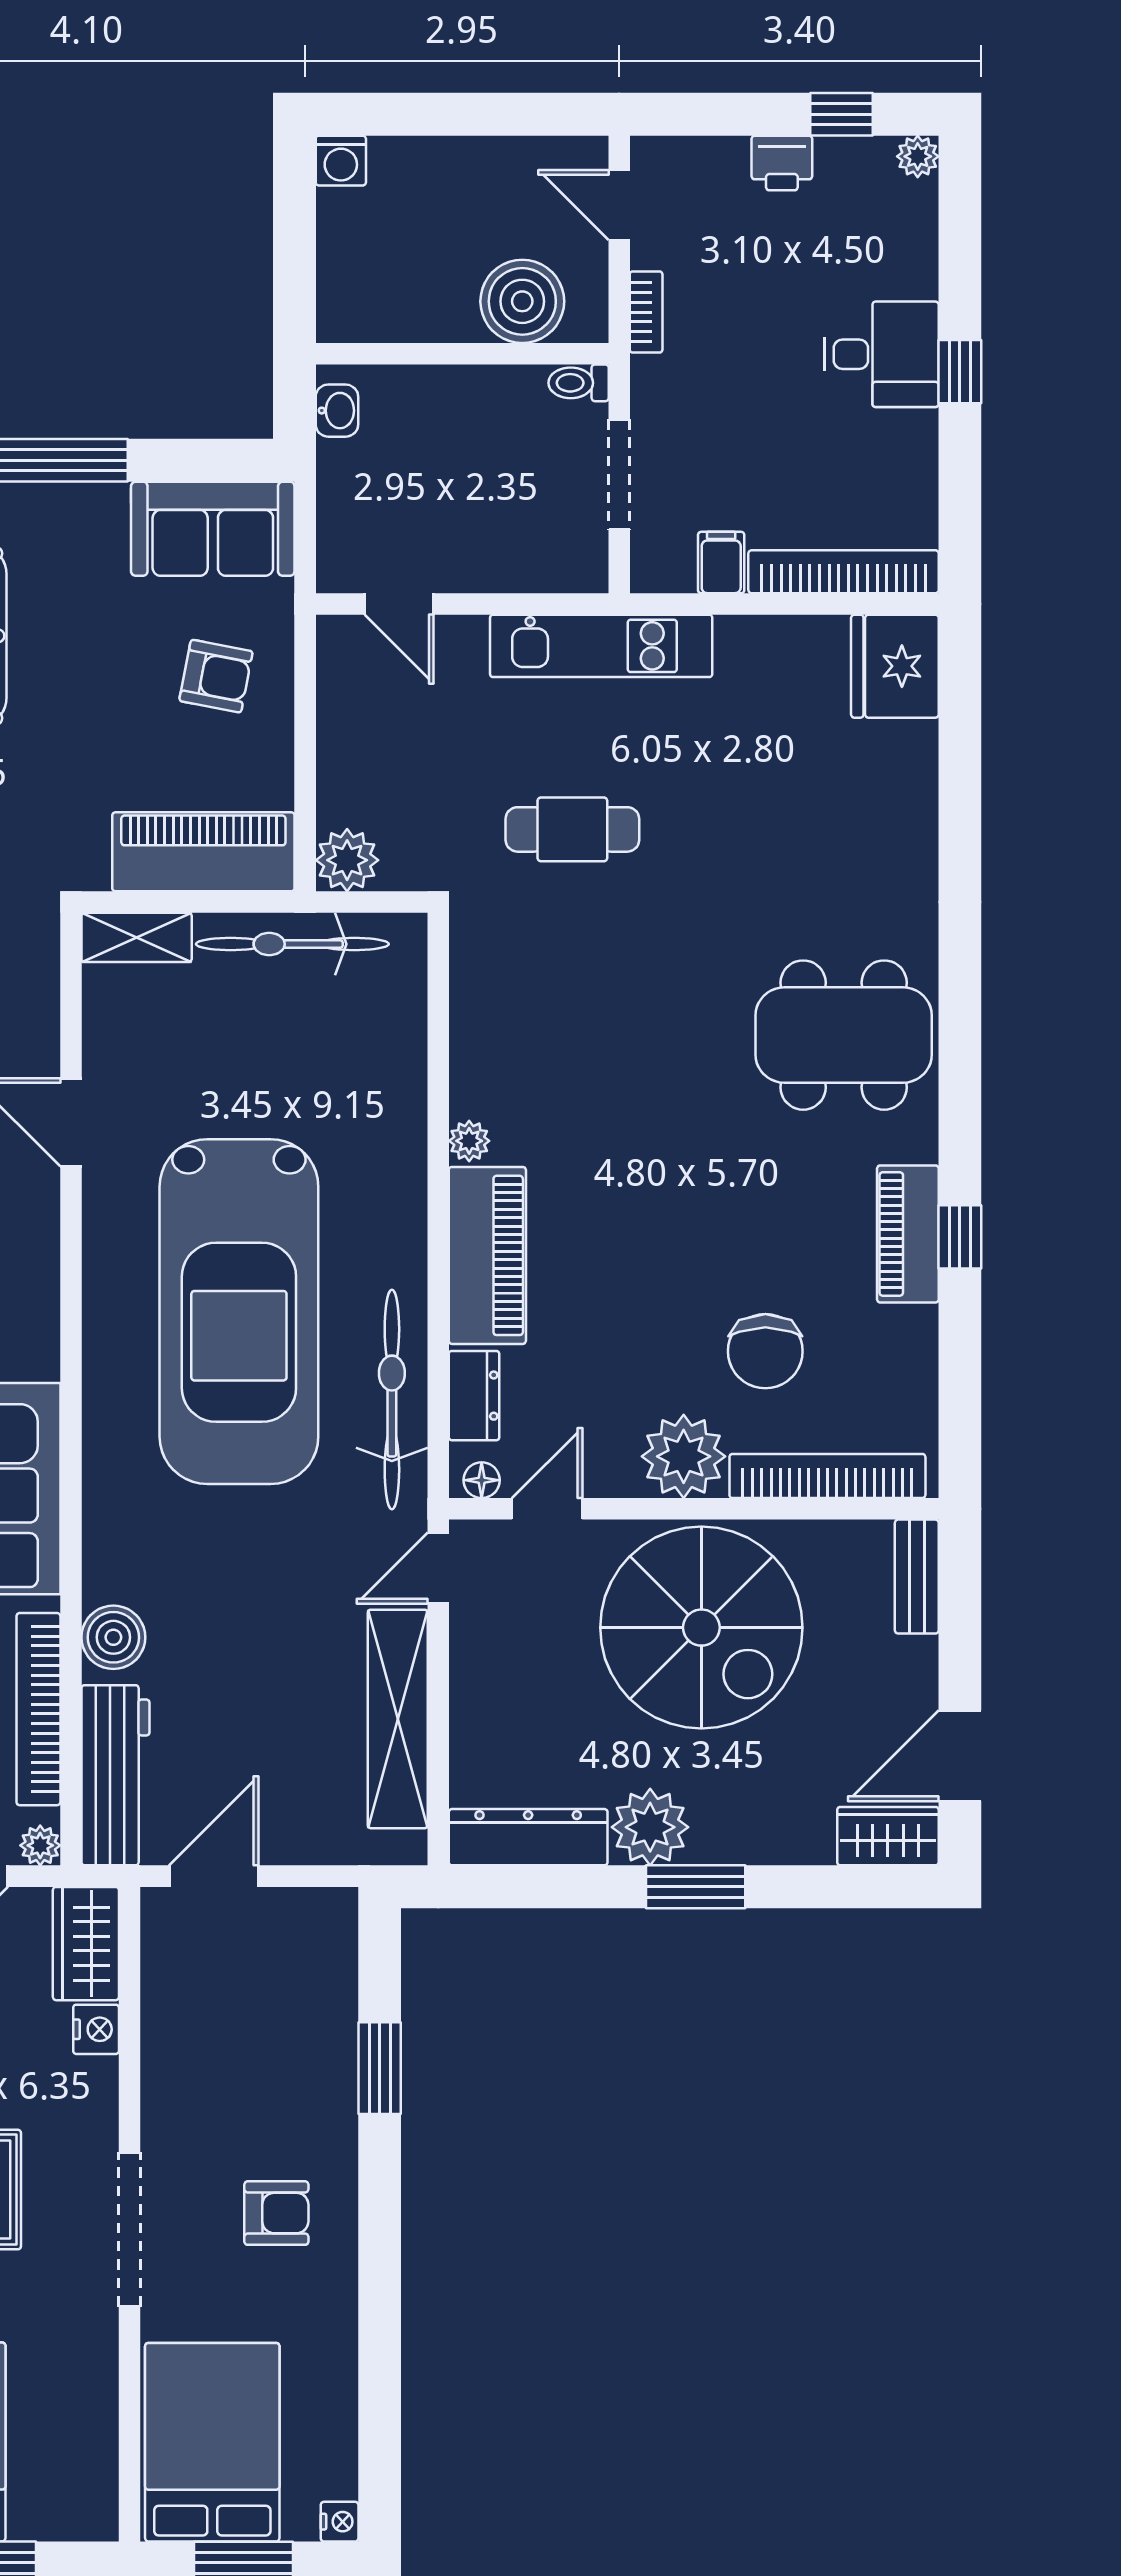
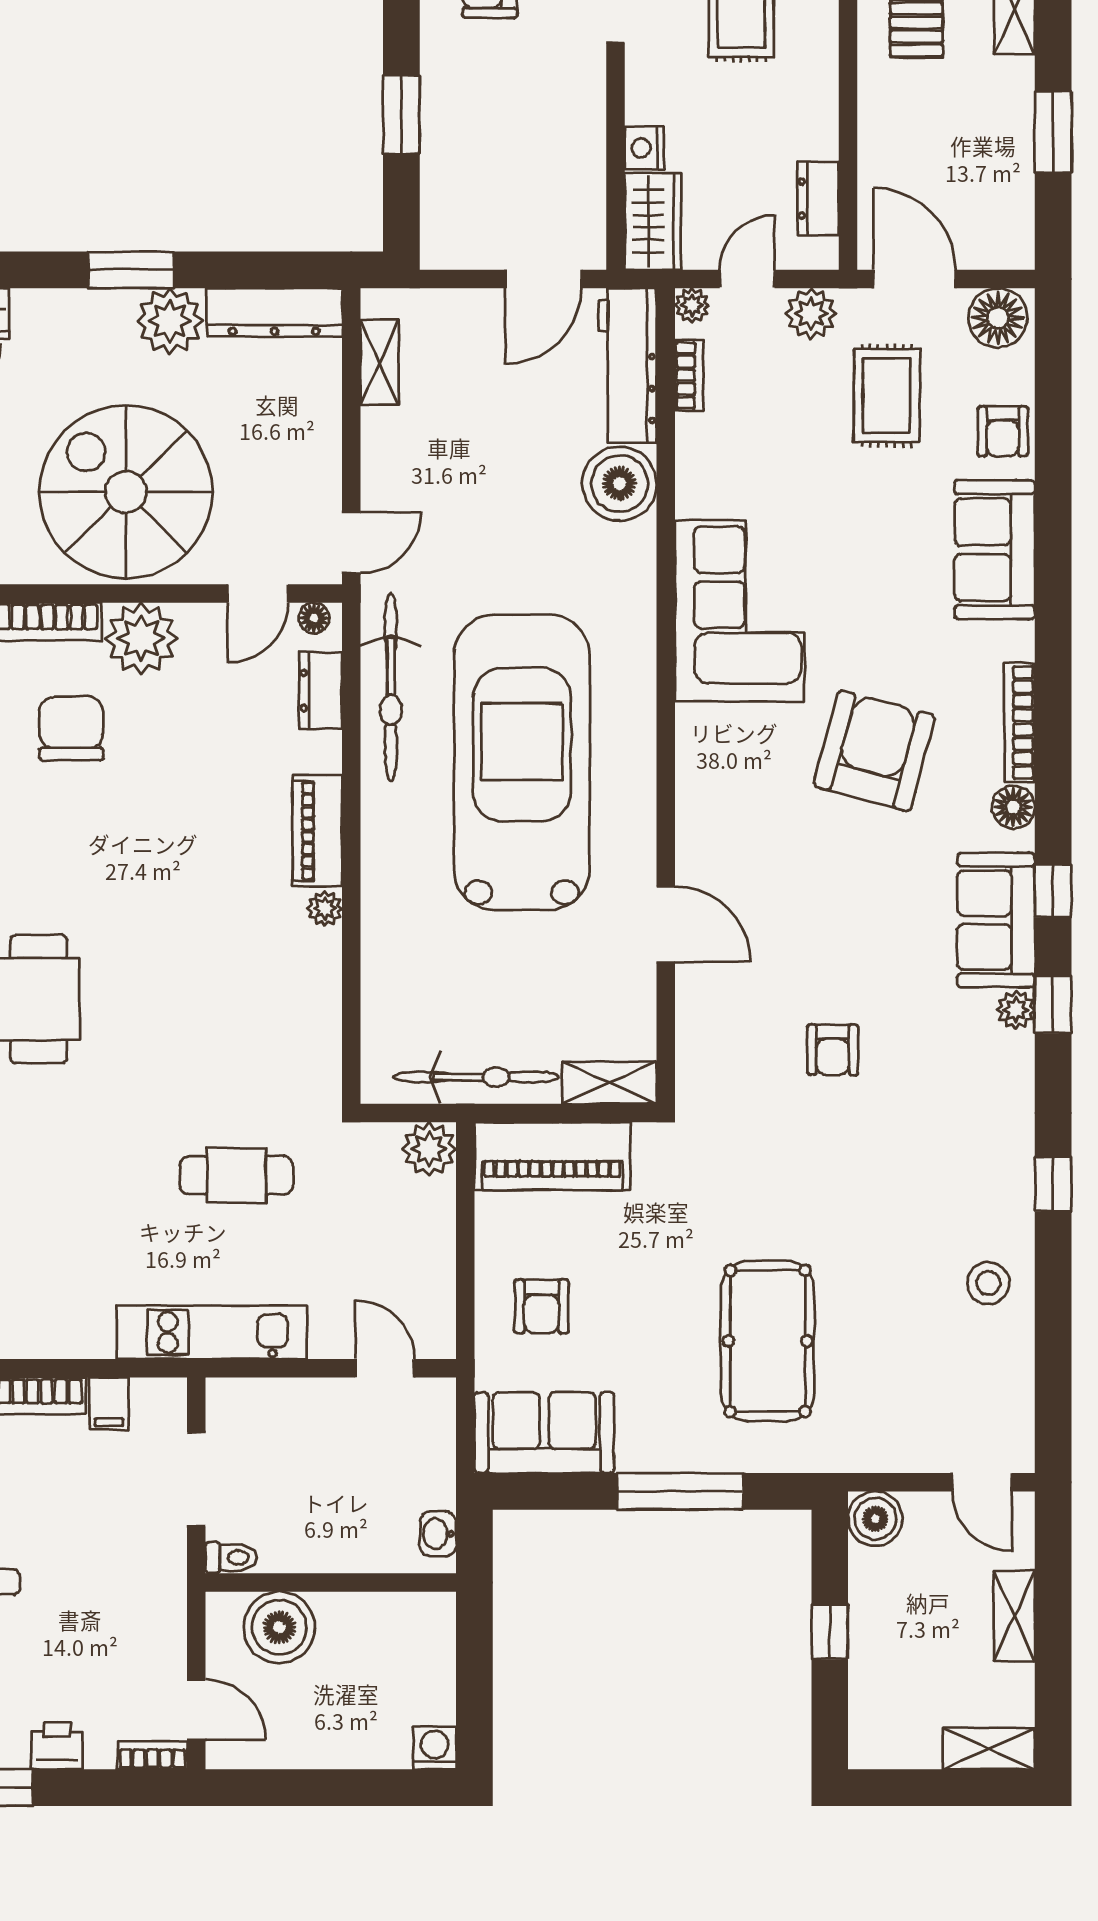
bookcase: (646, 312) -> (152, 1755), moved, turned 90
armchair: (216, 676) -> (541, 1306), turned -101
piano: (487, 1255) -> (317, 831), width x0.73, depth x0.75
boiler: (113, 1637) -> (619, 484), width x1.37, depth x1.37
bookcase: (38, 1709) -> (689, 375), width x0.43, depth x0.76
shelving: (398, 1719) -> (380, 362), width x0.45, depth x0.75

